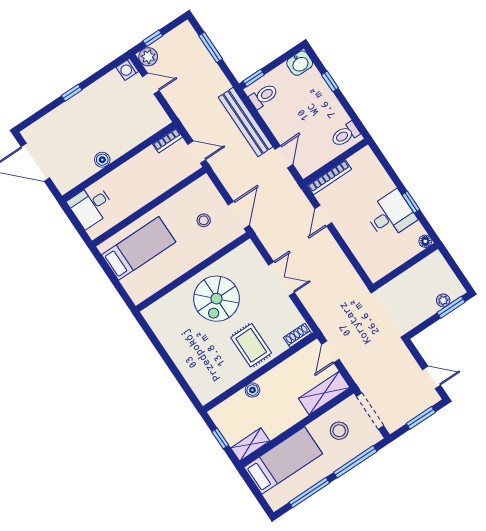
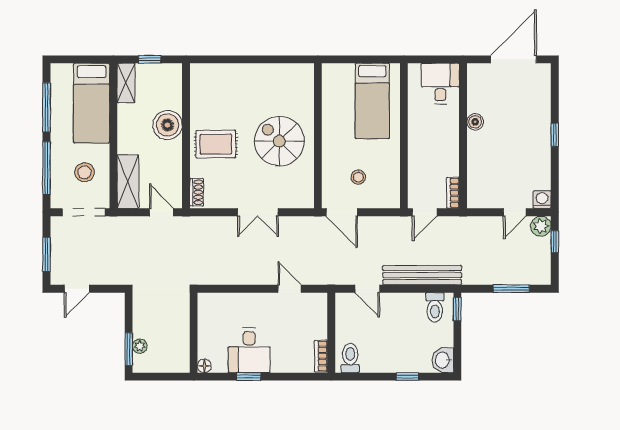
bookcase: (329, 177) -> (321, 356), moved, width x0.64
boiler: (252, 390) -> (167, 125), width x1.86, depth x1.86

